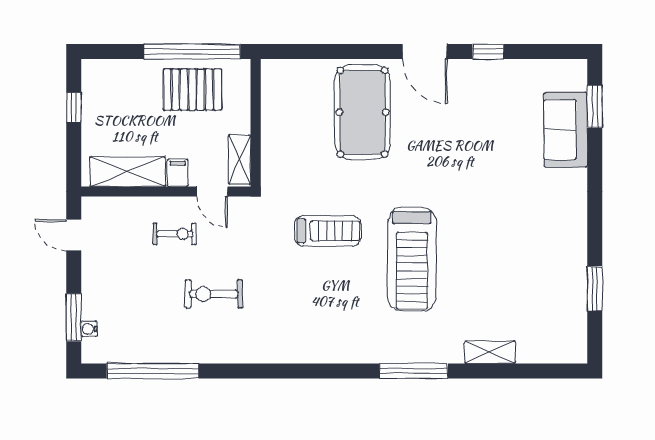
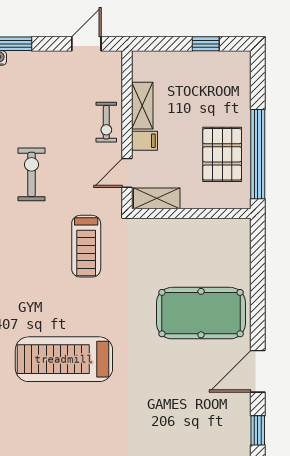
shelving: (128, 172) -> (142, 106), width x0.67, depth x0.75
treadmill: (328, 231) -> (86, 246), moved
exercise bike: (175, 234) -> (106, 122), moved

